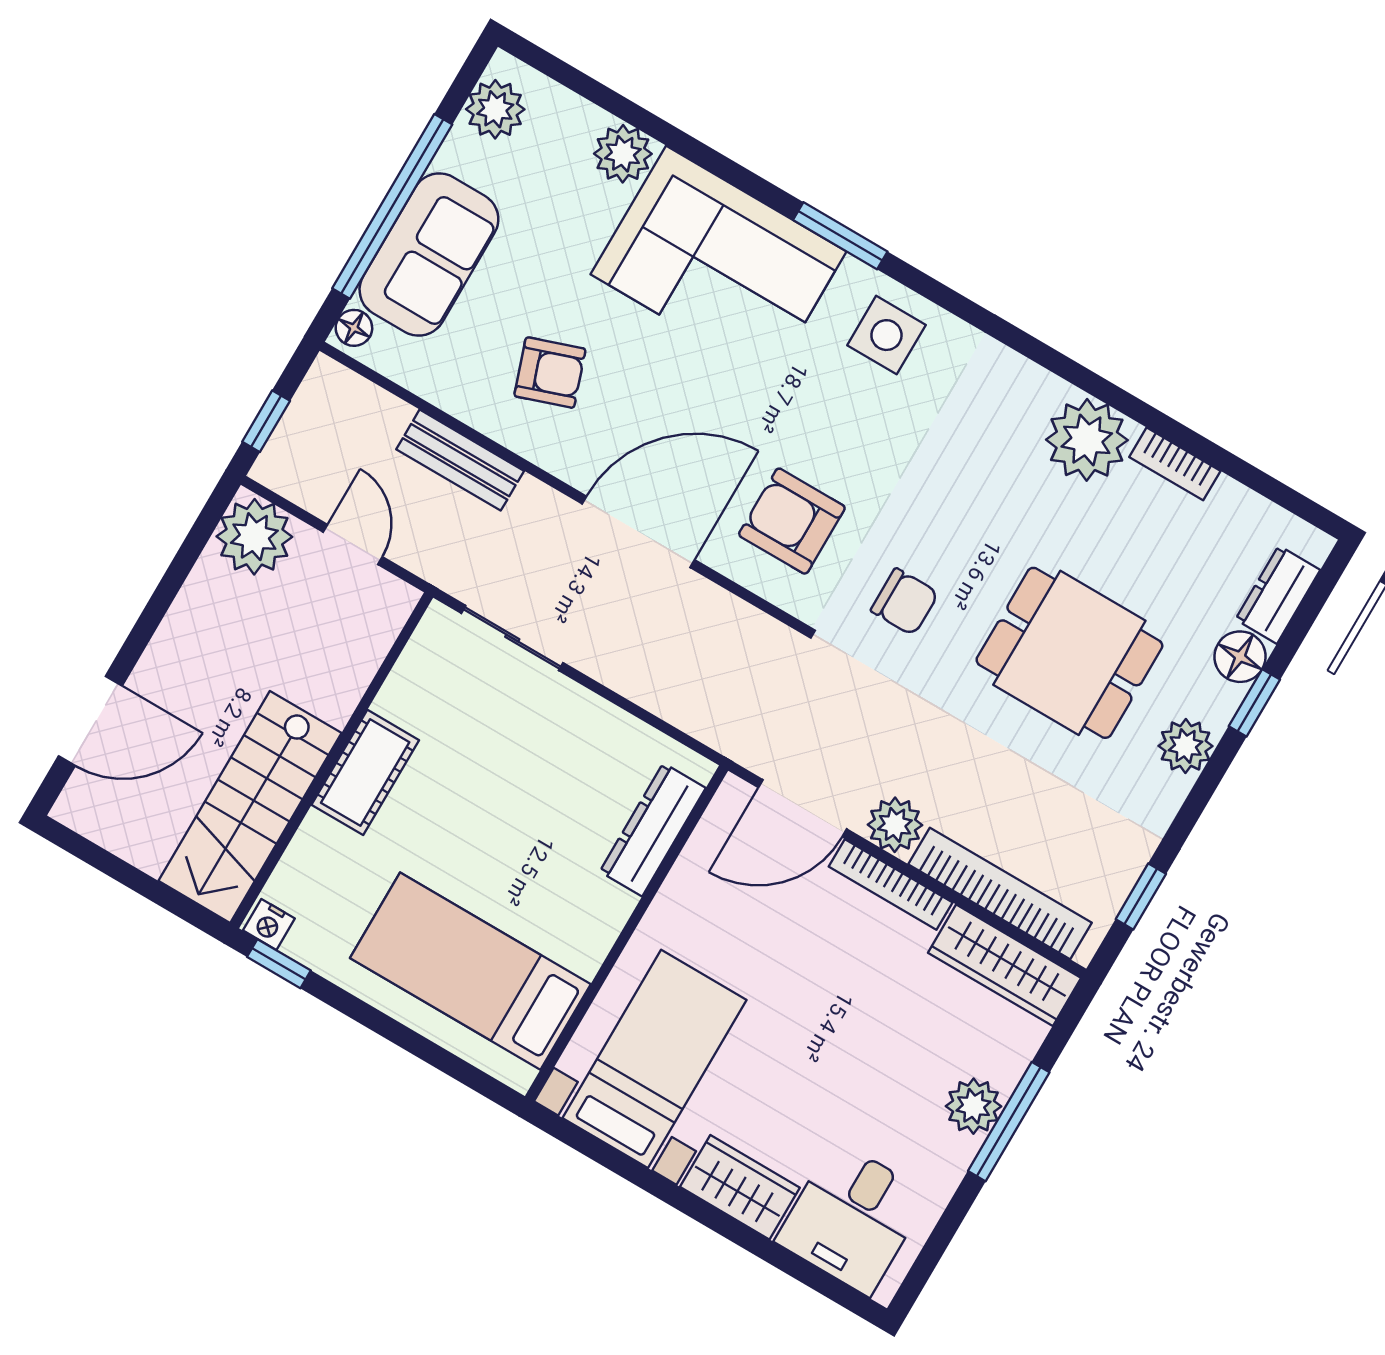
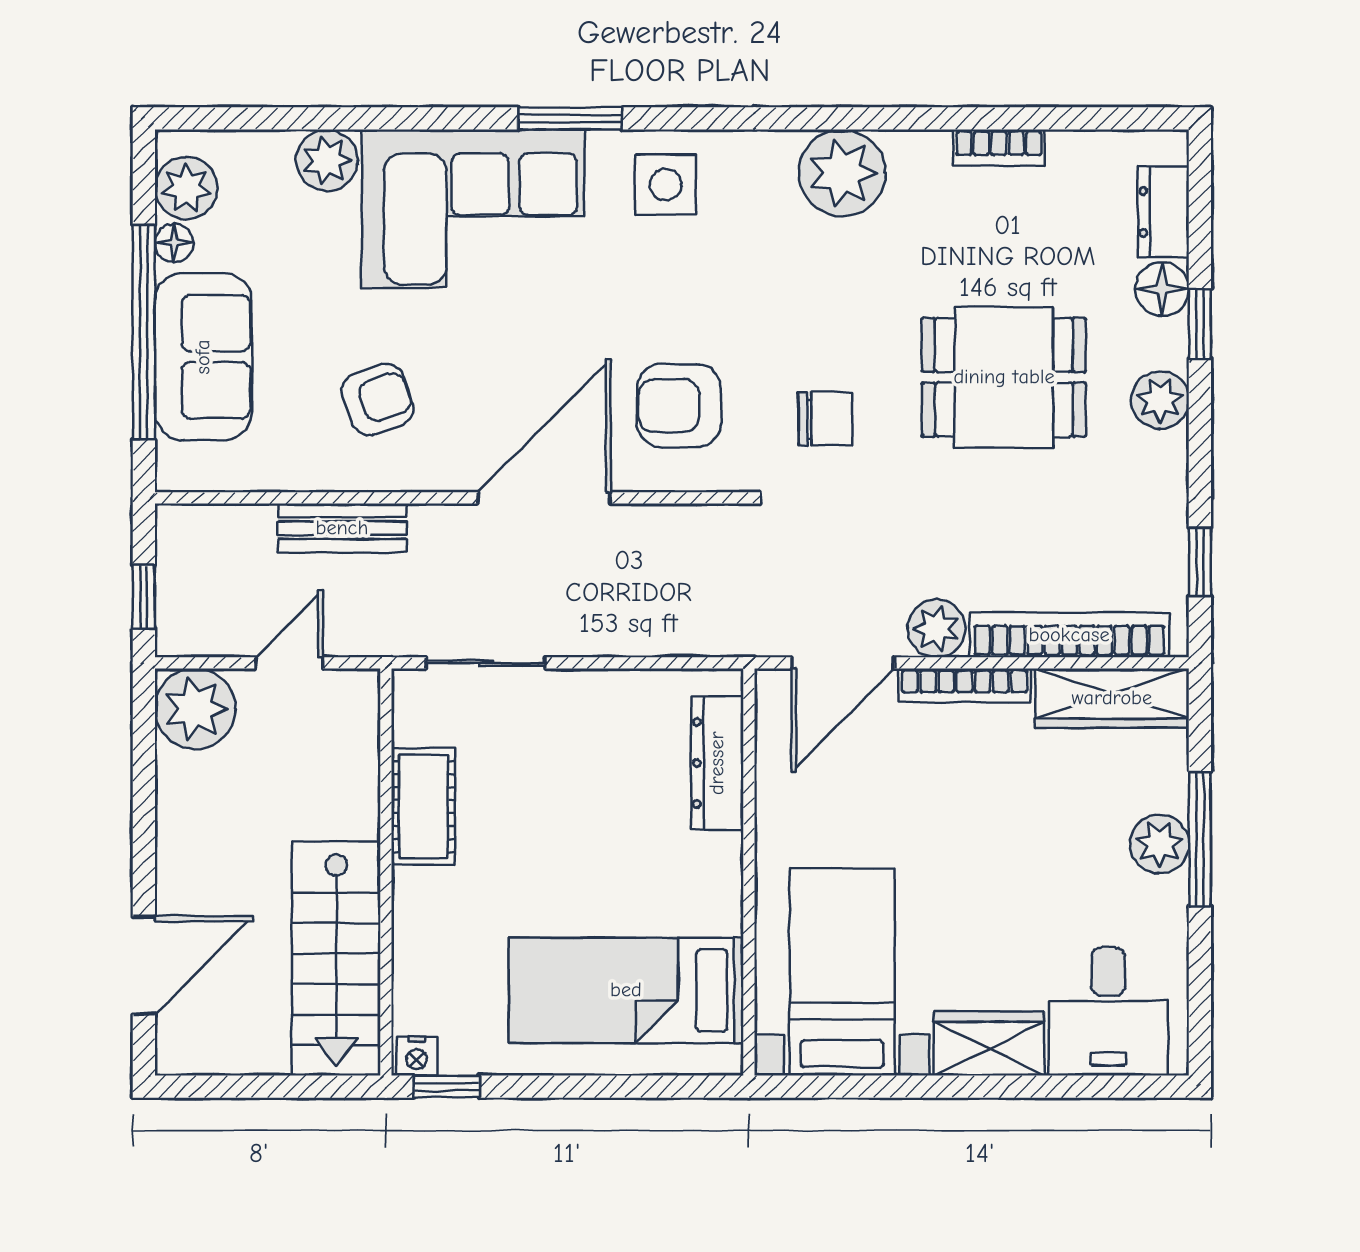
floor lamp: (354, 328) -> (174, 243), moved
plant: (1087, 440) -> (842, 173), moved
door: (353, 544) -> (289, 663), hinge flipped
cot: (365, 772) -> (423, 807), moved

